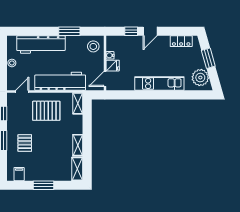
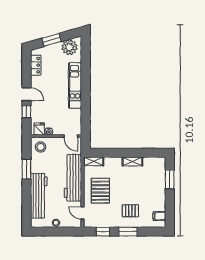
fridge: (113, 66) -> (39, 129), moved
shelving: (77, 169) -> (154, 162), removed
window: (44, 185) -> (170, 179), moved

